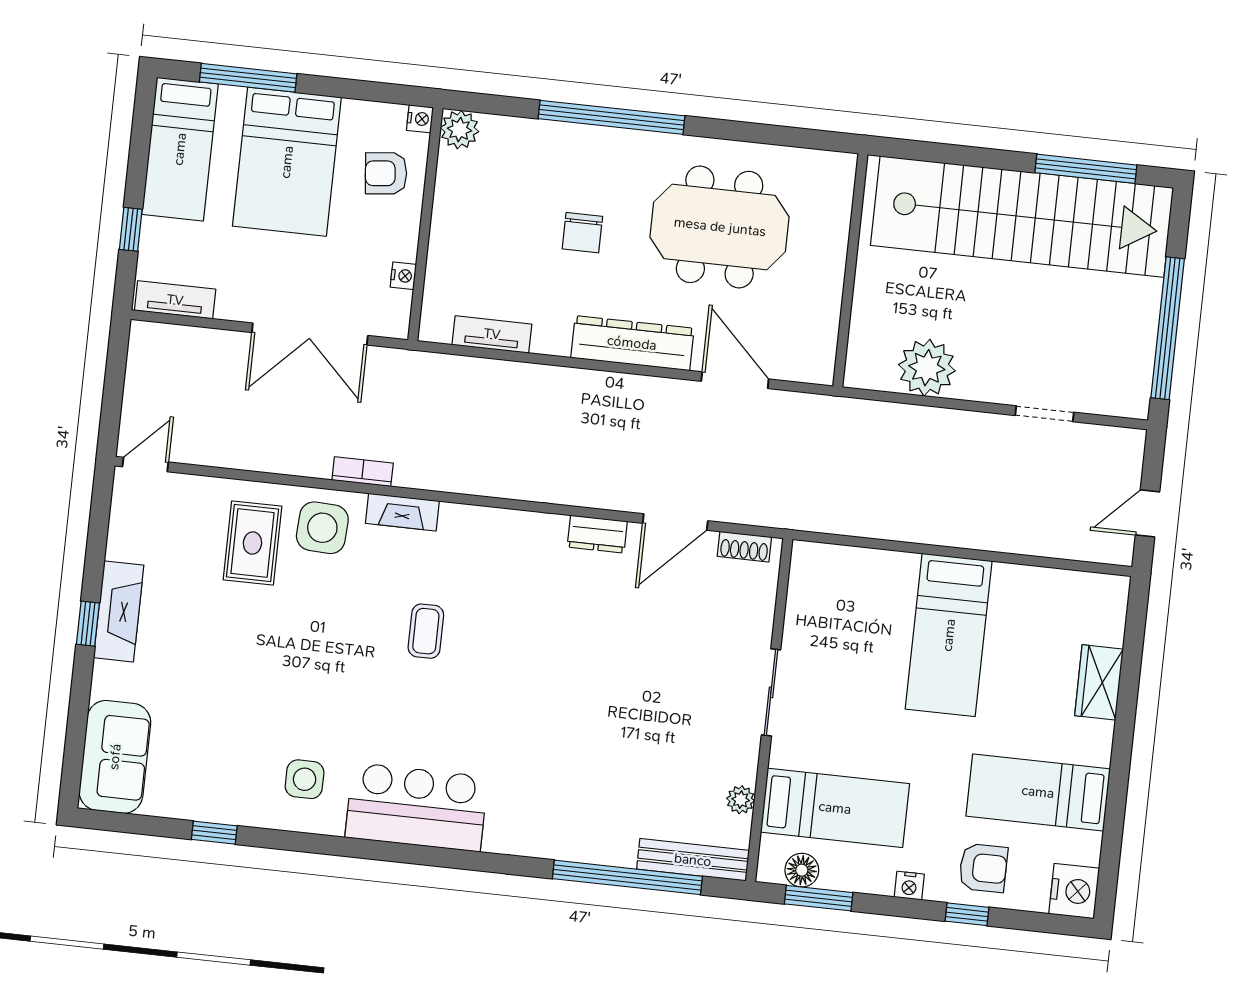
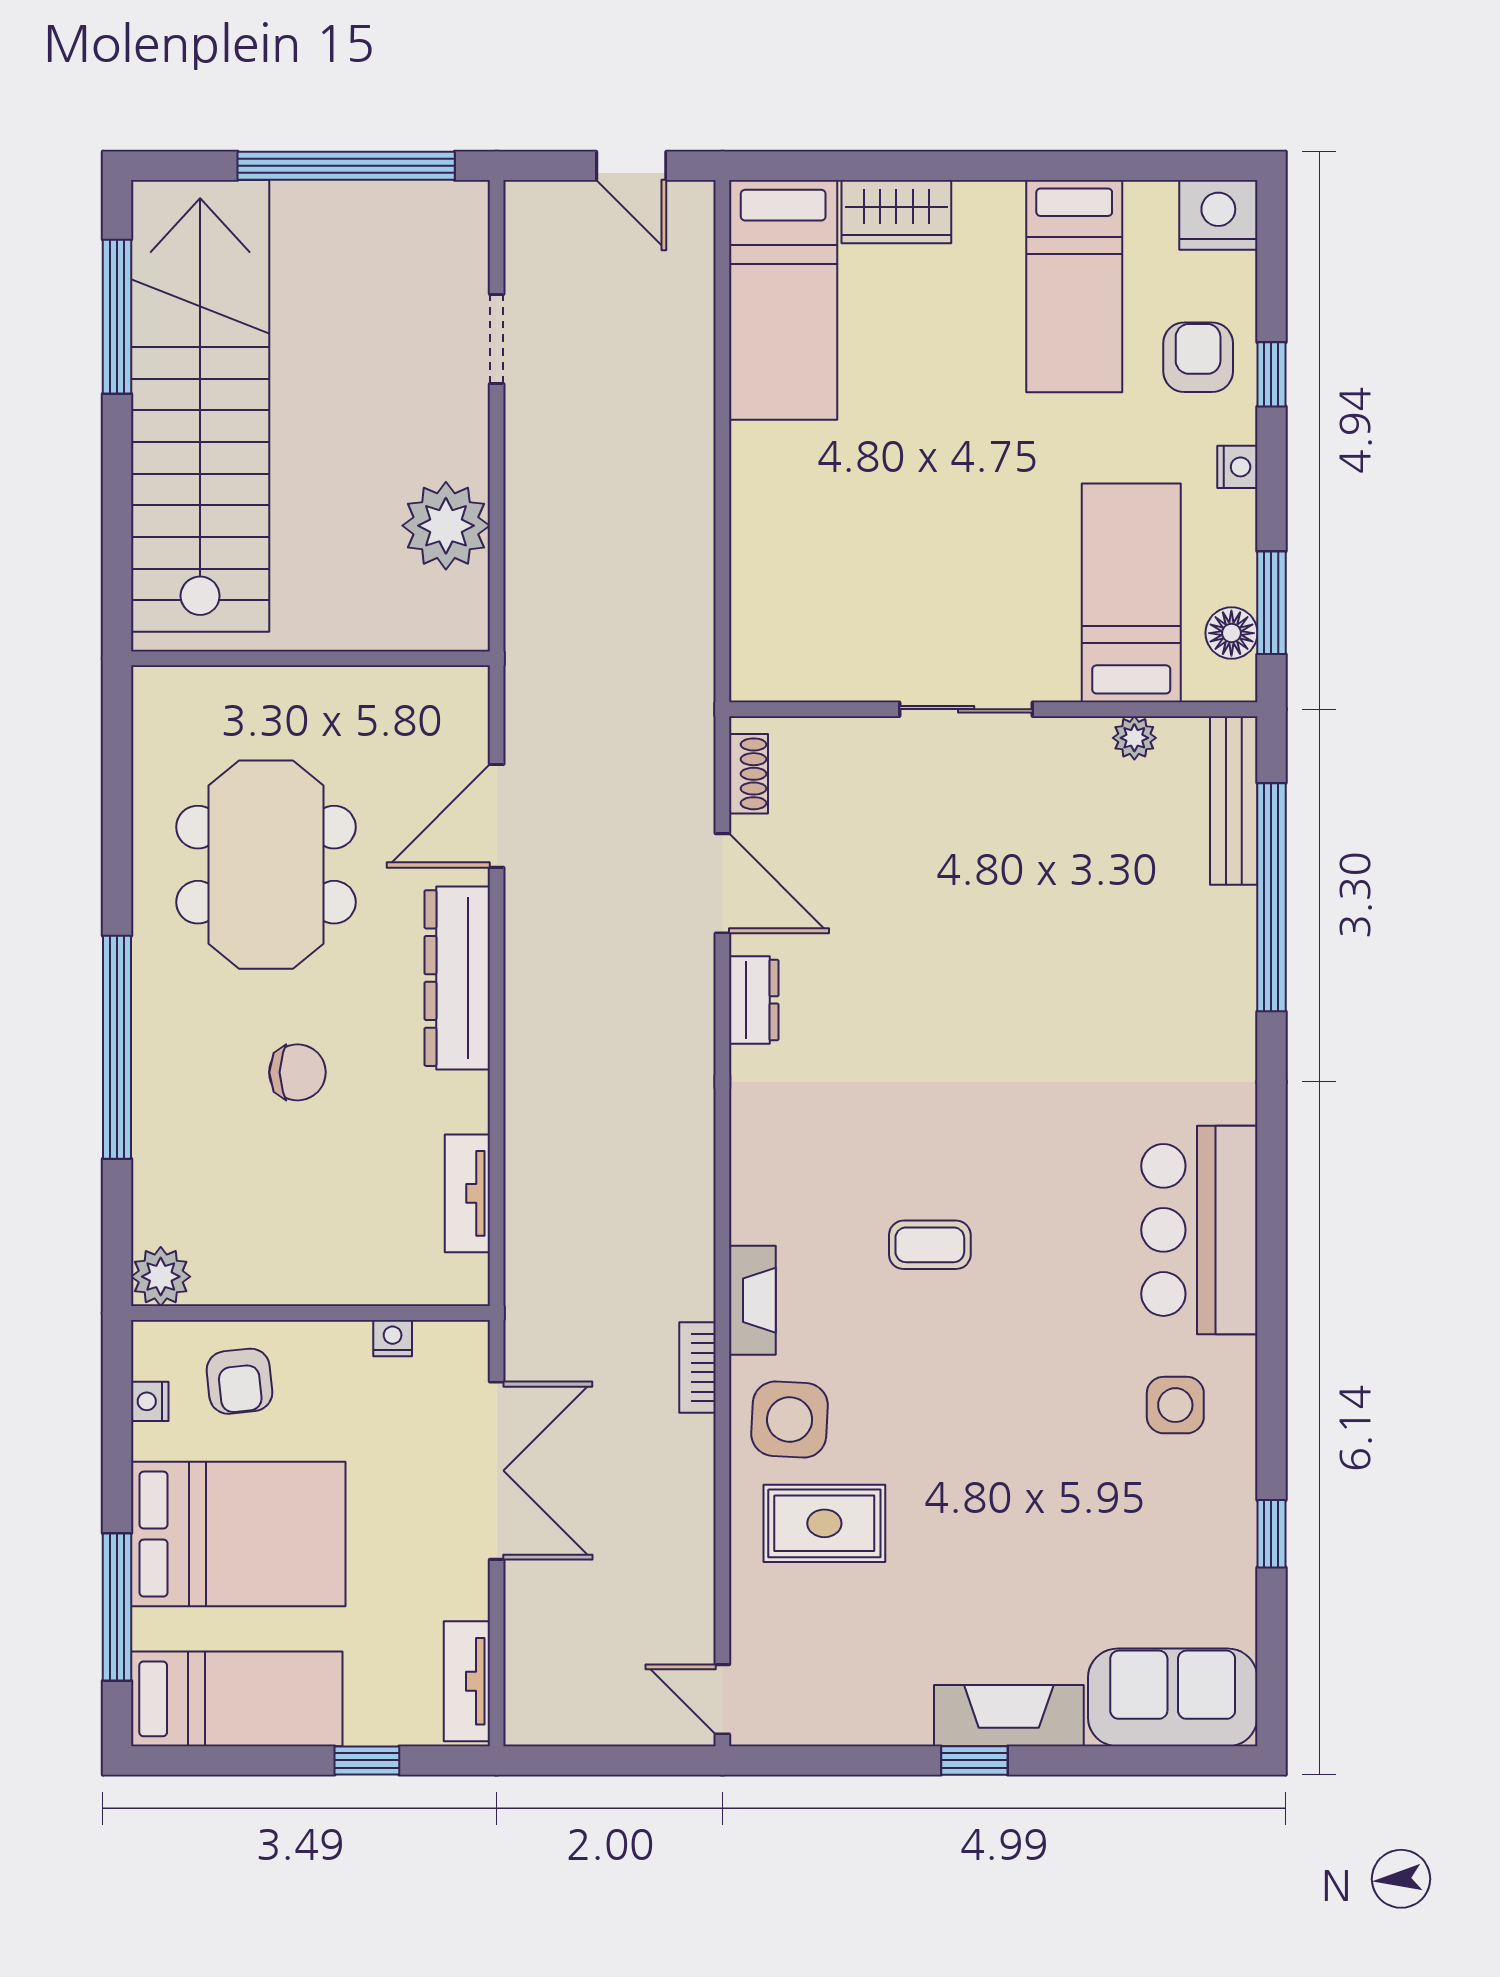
nightstand: (420, 119) -> (150, 1401), moved, turned -90
fireplace: (119, 611) -> (1009, 1716), moved
bed: (949, 635) -> (783, 300), moved, turned 90

